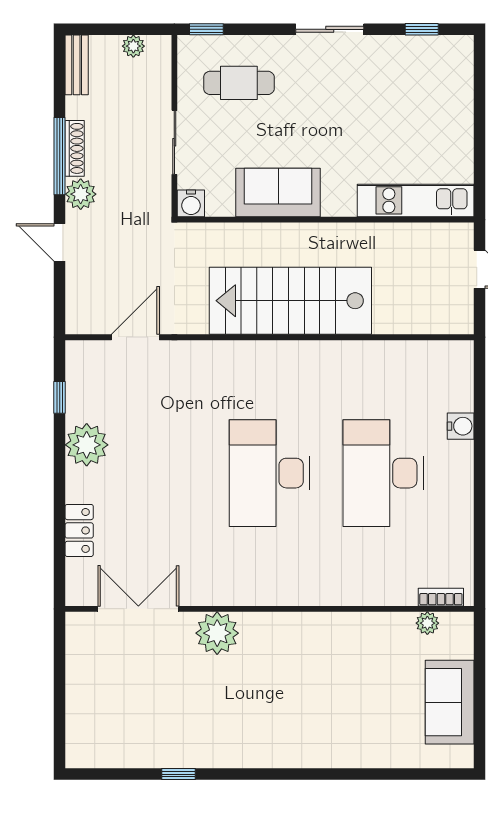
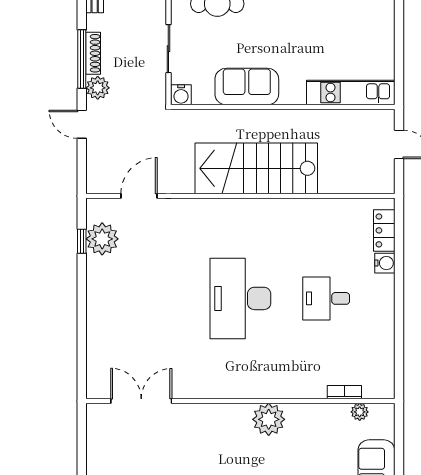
plant: (87, 445) -> (102, 239), moved
desk: (383, 473) -> (326, 298), width x0.53, depth x0.77
locker: (79, 530) -> (384, 230), moved, turned 180
bookcase: (441, 597) -> (344, 392), moved
plant: (217, 633) -> (269, 419), moved

